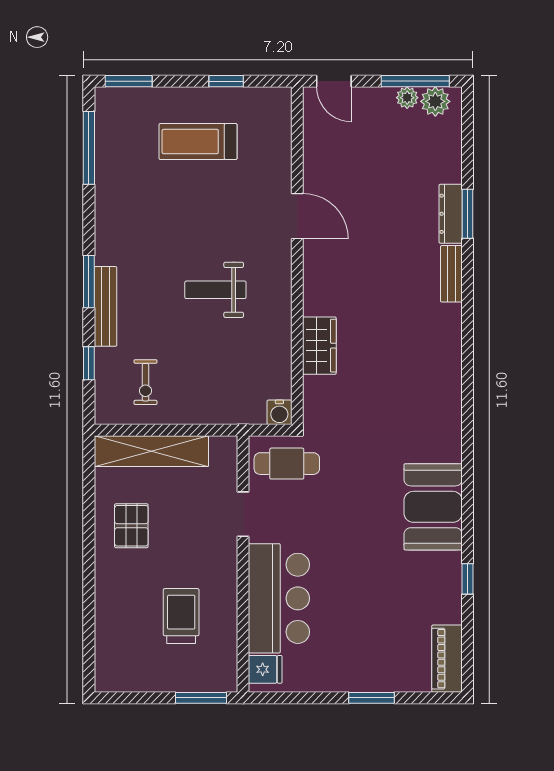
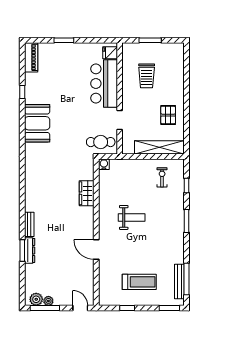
bench: (105, 306) -> (179, 281), moved
window: (201, 698) -> (150, 40), moved

